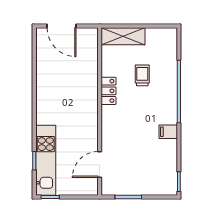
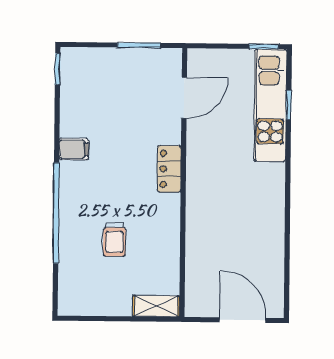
shelving: (123, 36) -> (156, 306), width x0.67, depth x0.75
locker: (109, 91) -> (169, 169), moved

